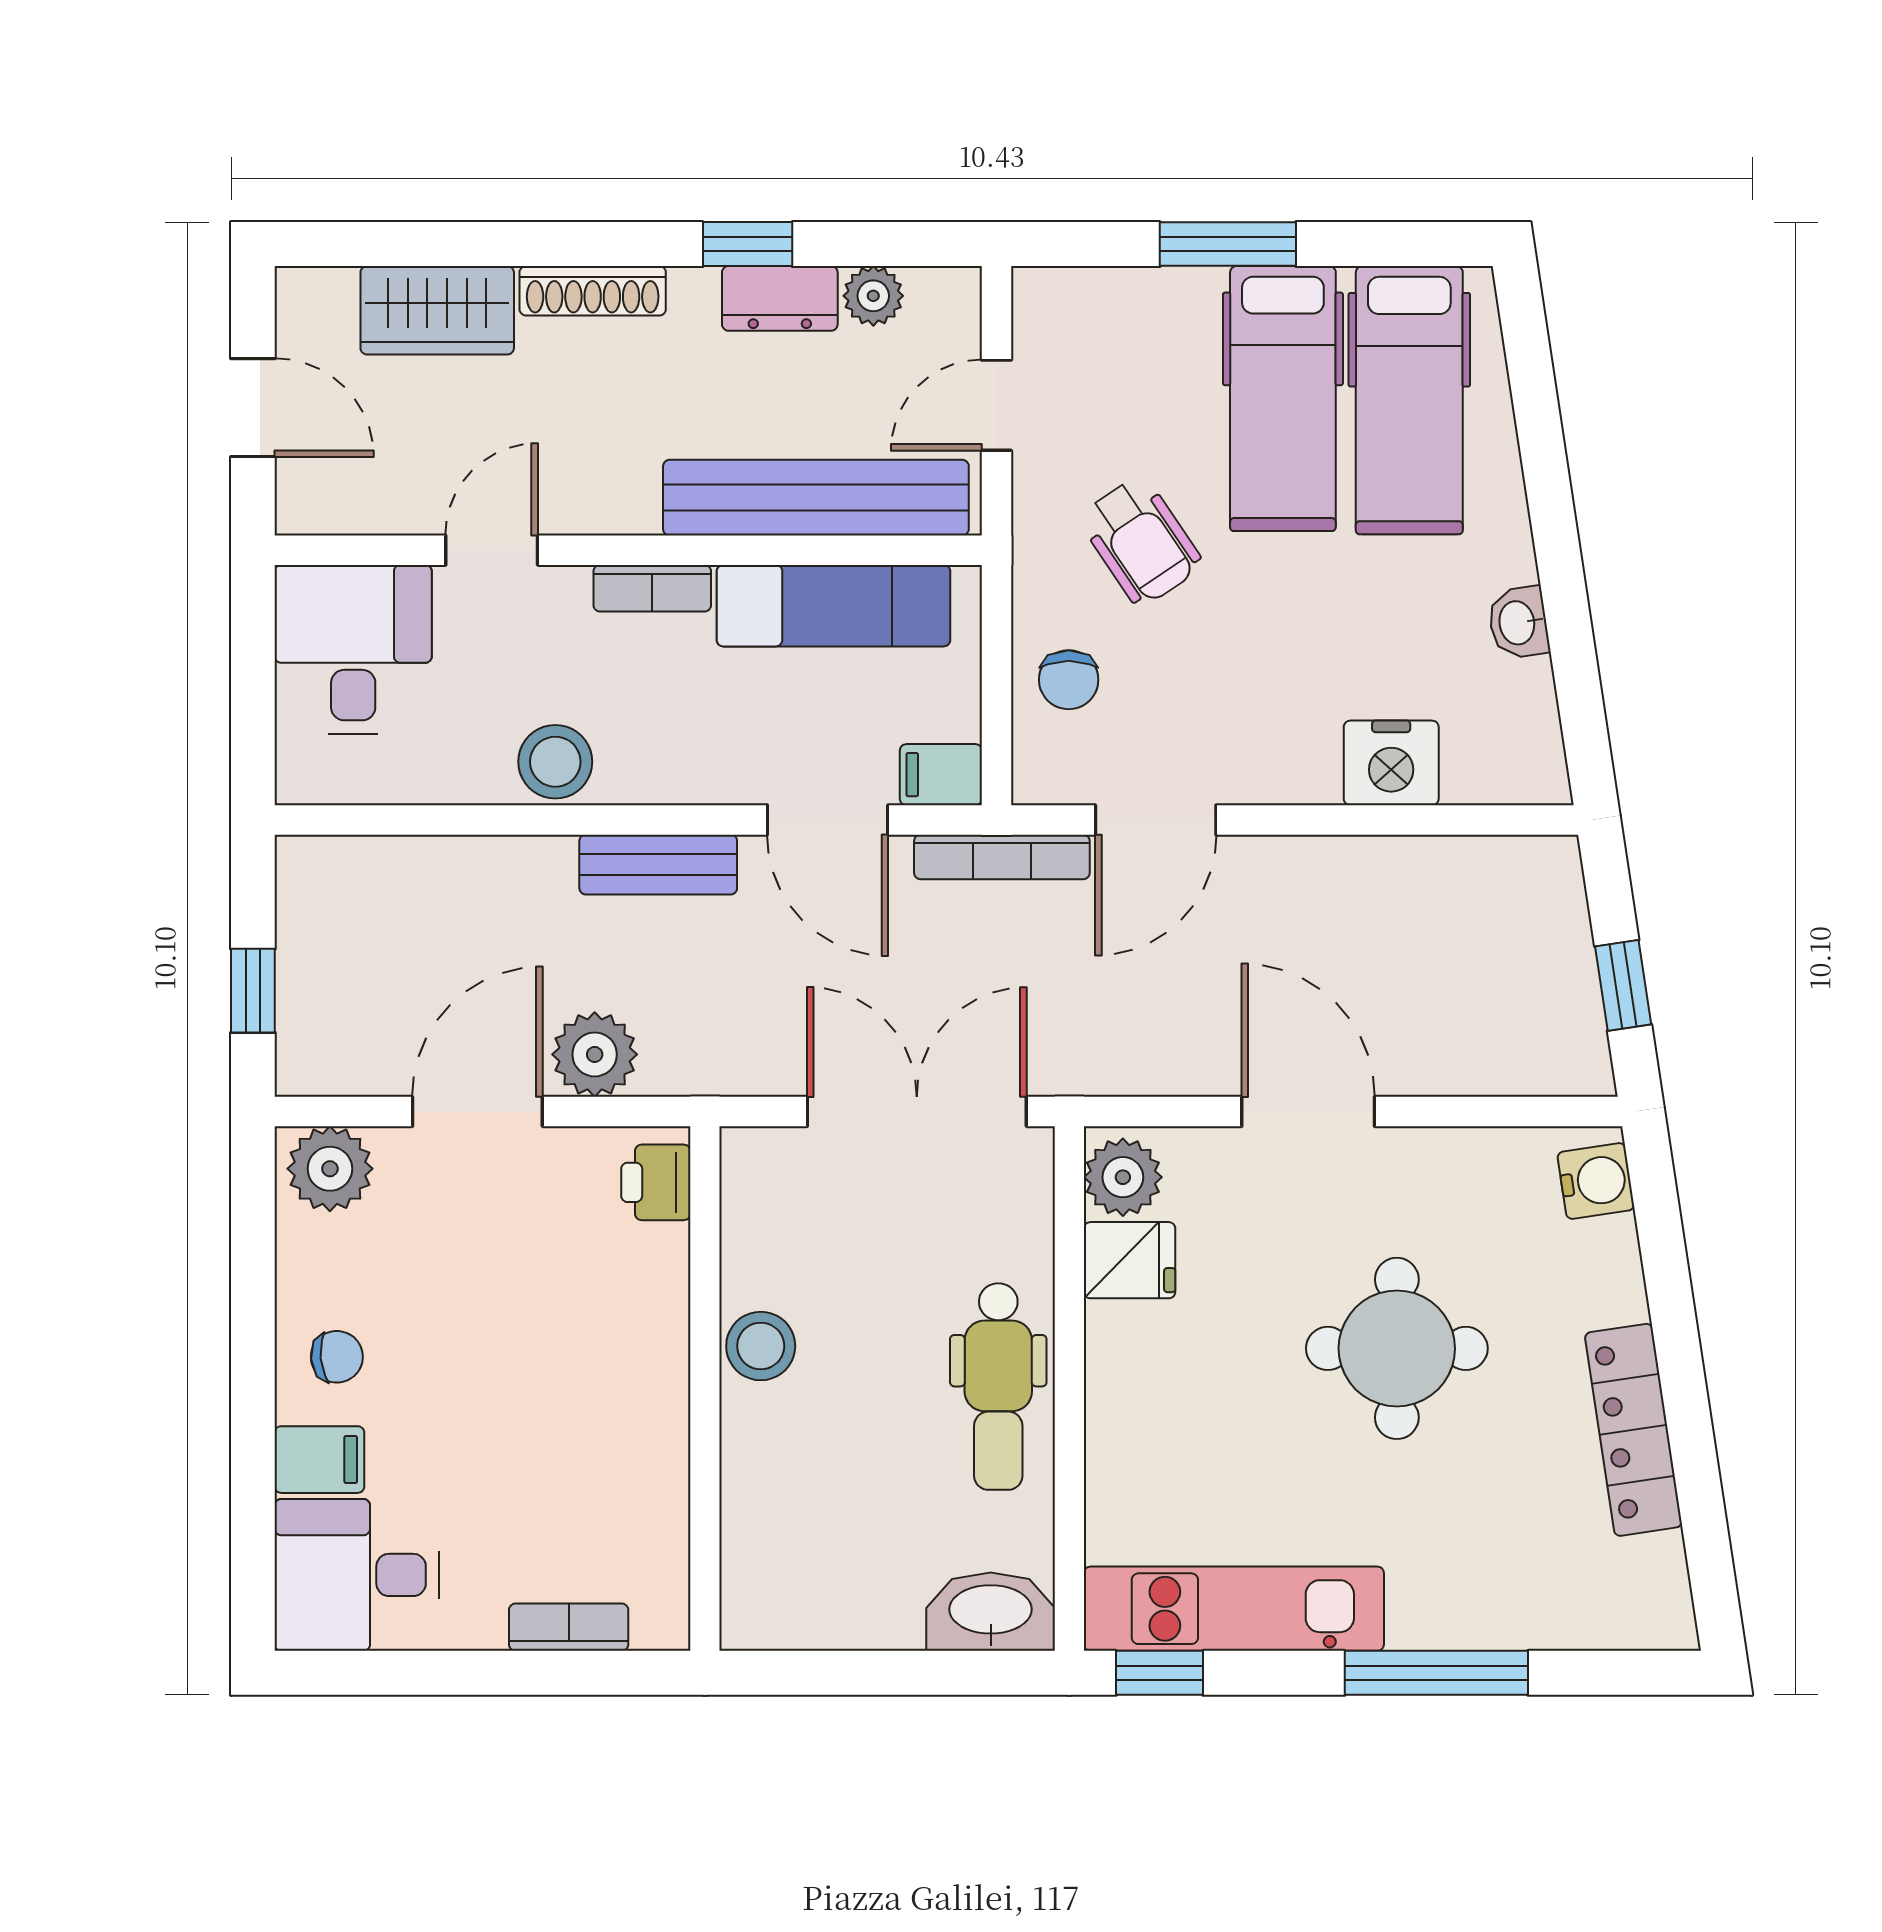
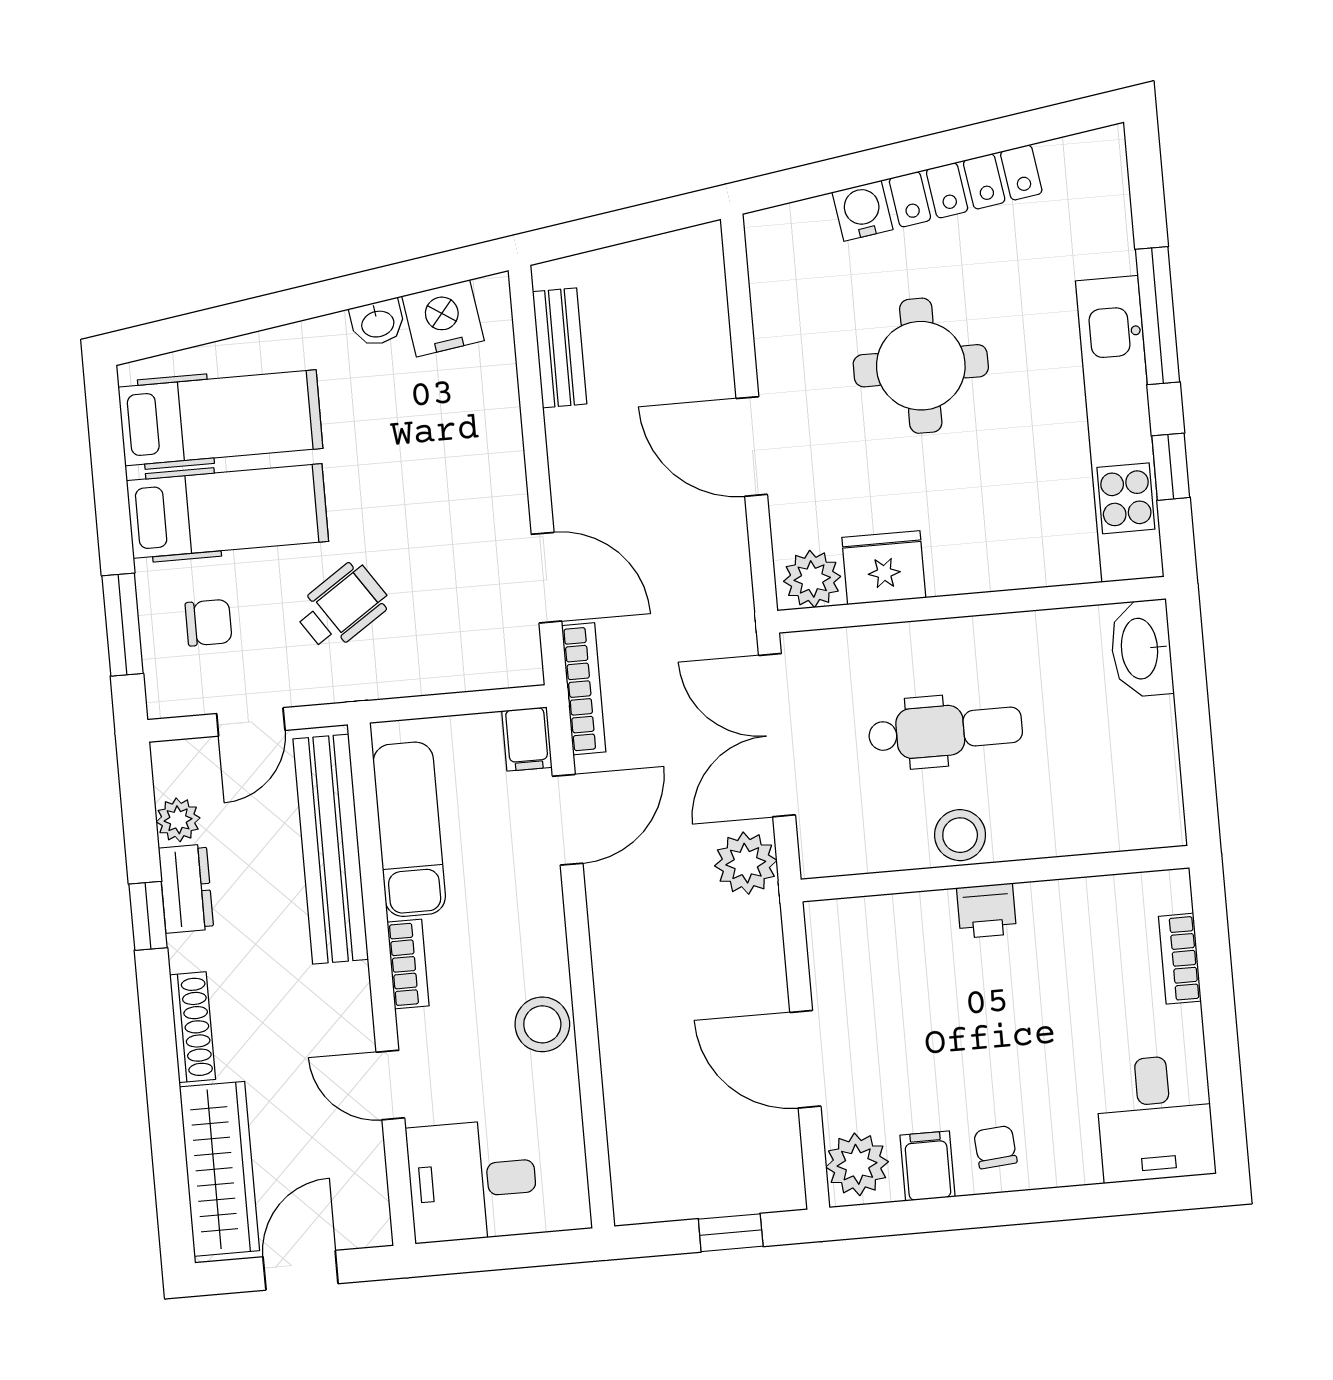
window: (1228, 244) -> (123, 625), moved
wardrobe: (437, 310) -> (219, 1169), width x1.50
door: (996, 405) -> (251, 722), hinge flipped
chair: (1069, 680) -> (209, 623), moved
nightstand: (1391, 763) -> (443, 318), moved, turned -99
bench: (658, 865) -> (560, 348), moved
window: (1623, 985) -> (638, 222), removed
plant: (595, 1054) -> (746, 863), moved
door: (1308, 1112) -> (752, 446), hinge flipped
water cooler: (1596, 1181) -> (863, 211), moved
printer: (656, 1182) -> (987, 911), moved
fridge: (1130, 1260) -> (884, 568), width x1.38
dental chair: (998, 1387) -> (946, 731), moved
filing cabinet: (319, 1460) -> (928, 1166), moved
kitchen unit: (1234, 1609) -> (1120, 429), width x1.36
window: (1159, 1673) -> (1171, 467), moved

